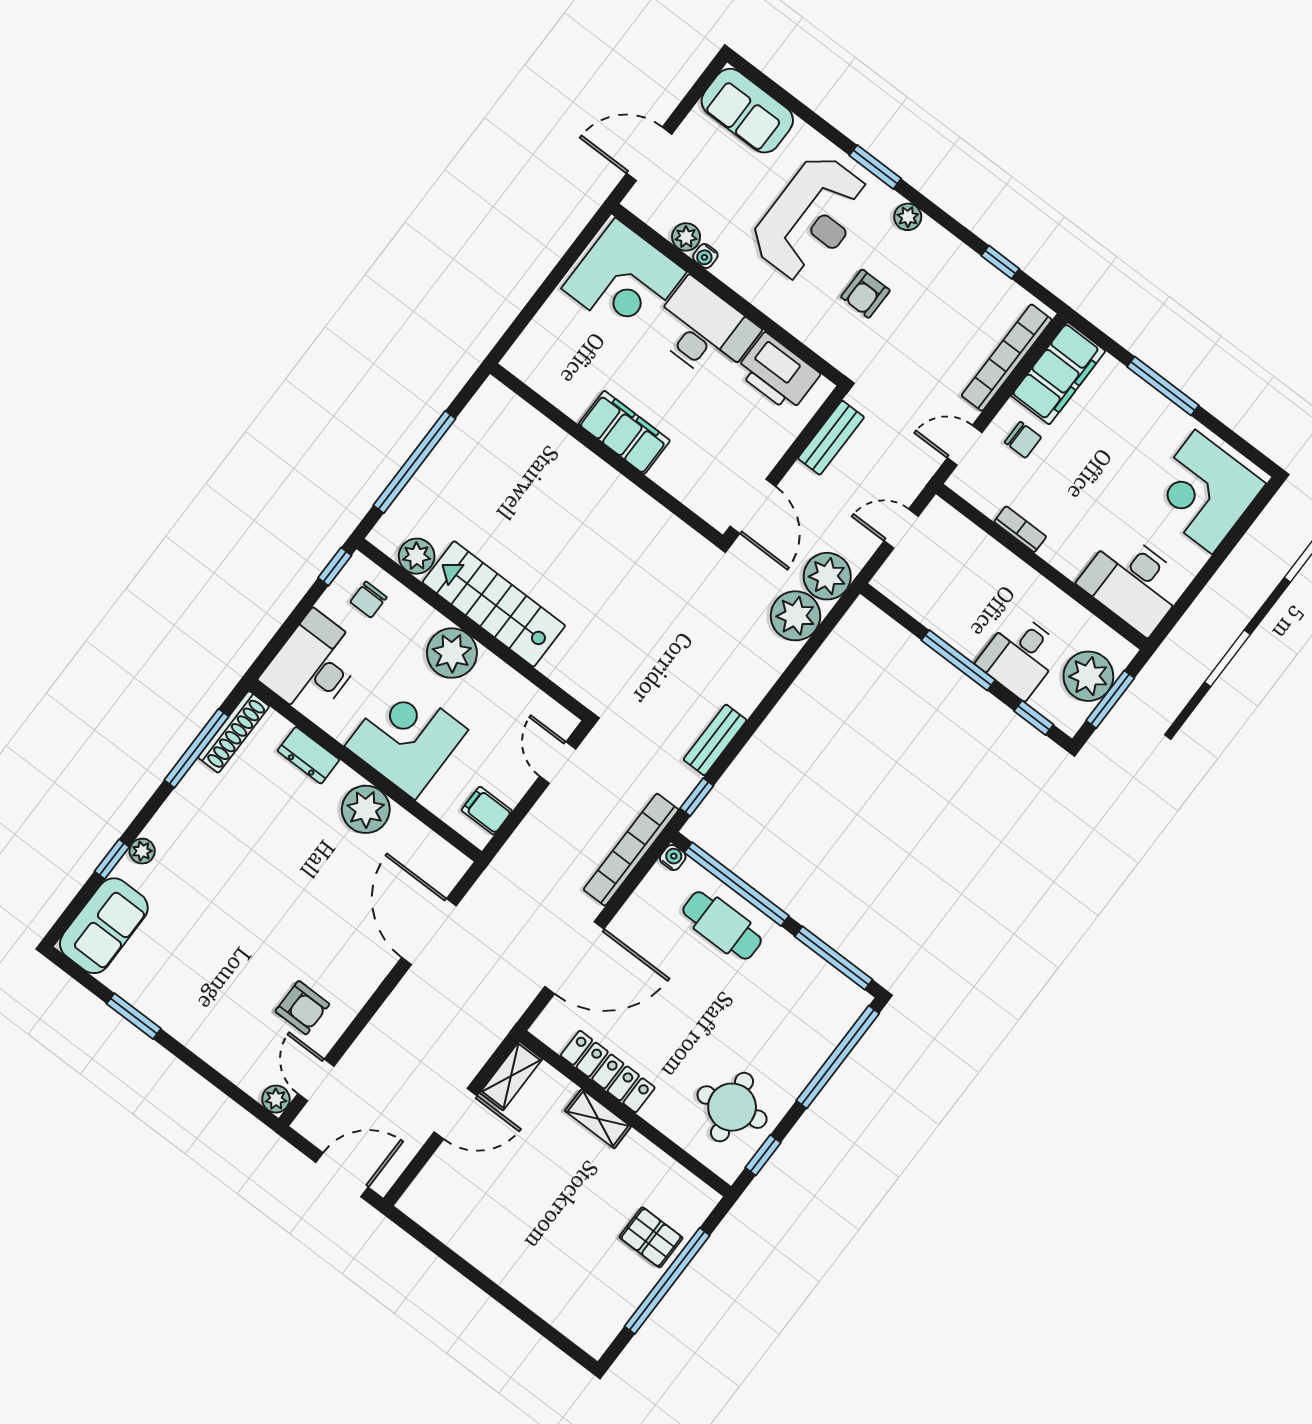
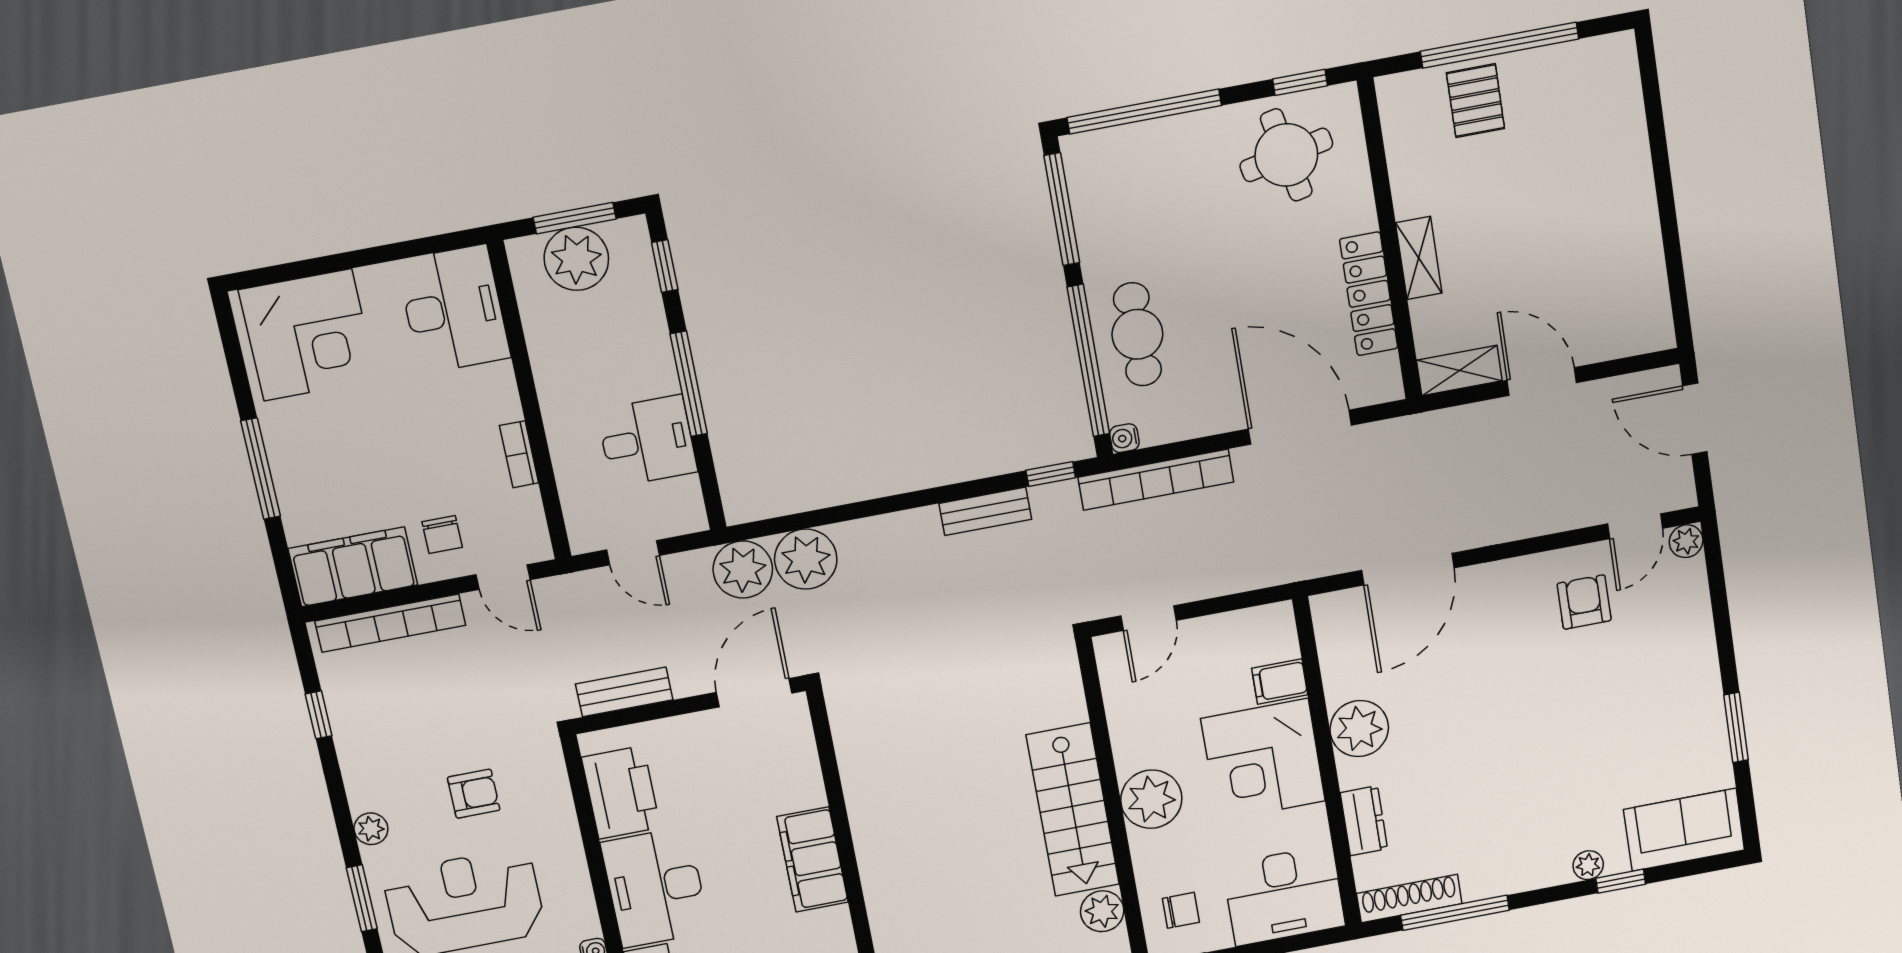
chair: (1023, 440) -> (442, 535), turned 180
desk: (1020, 656) -> (647, 441), moved
filing cabinet: (487, 811) -> (1280, 682), moved, turned 90

